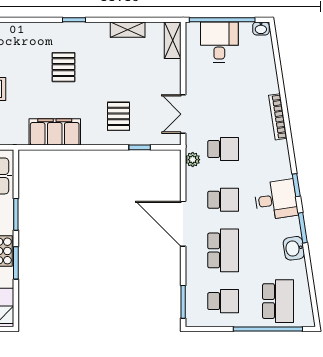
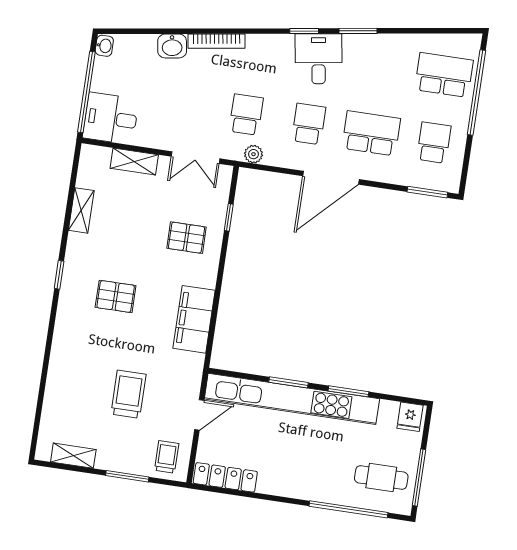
shelving: (173, 40) -> (134, 161), moved
desk: (219, 42) -> (111, 118), moved
washbasin: (294, 248) -> (172, 46), moved

